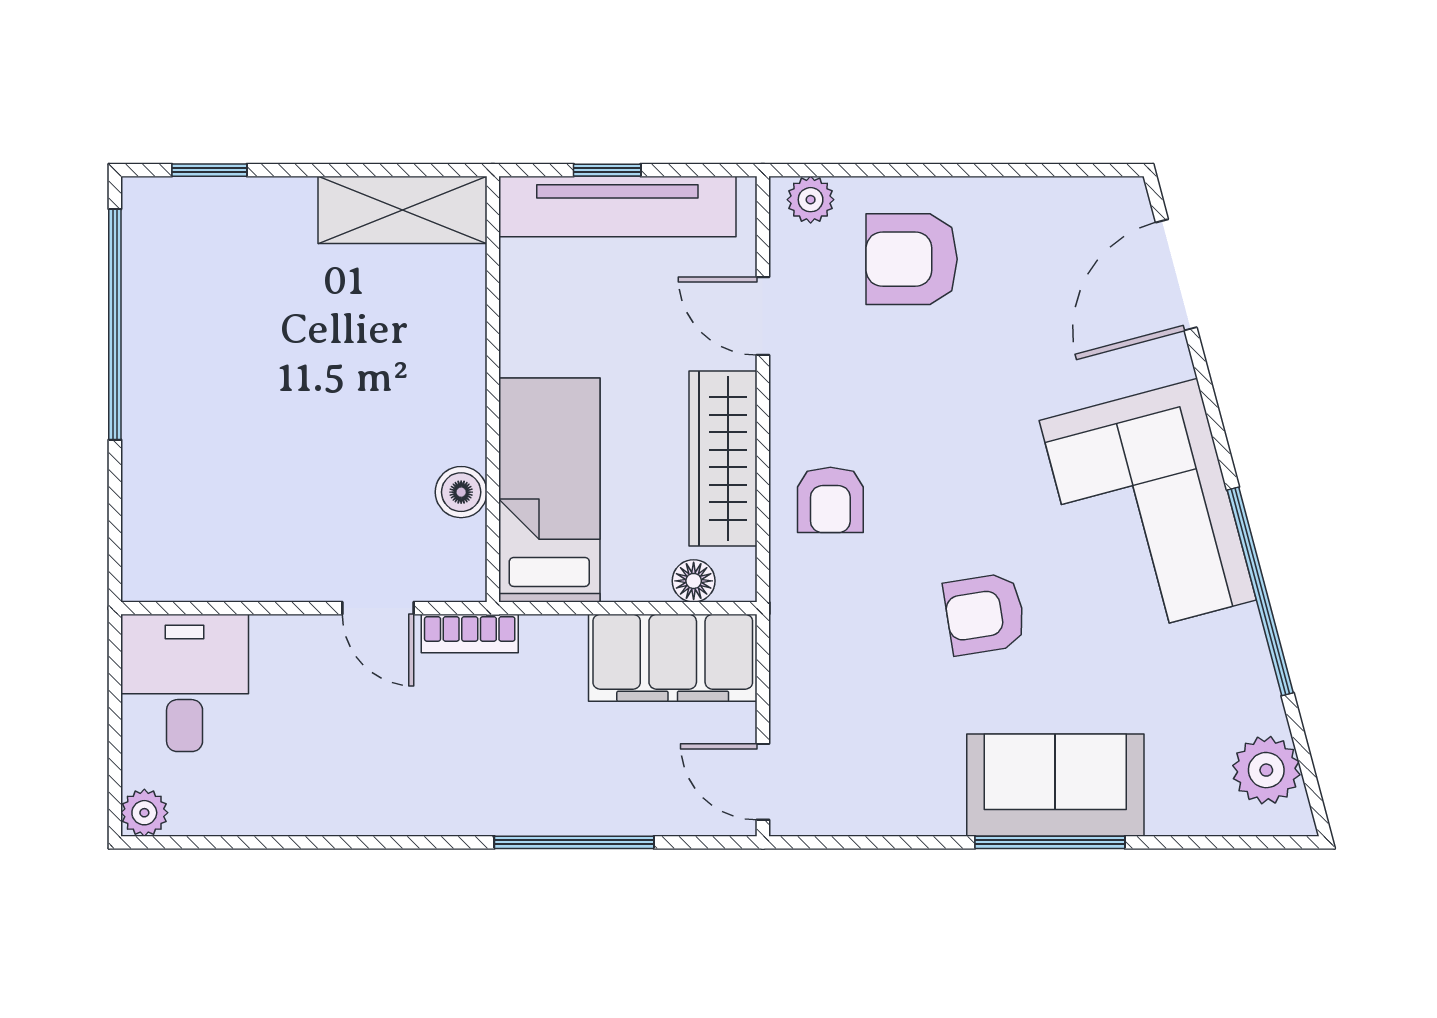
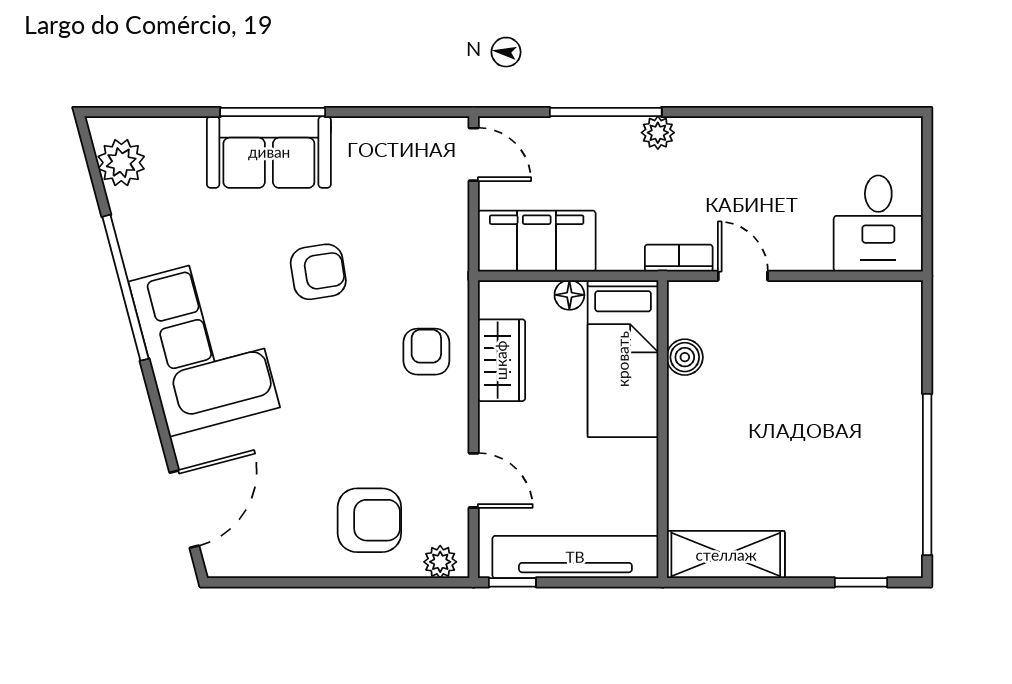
window: (607, 170) -> (512, 582), moved
wardrobe: (723, 459) -> (501, 360), width x0.67
floor lamp: (694, 581) -> (569, 295), moved
plant: (144, 813) -> (658, 133), moved

